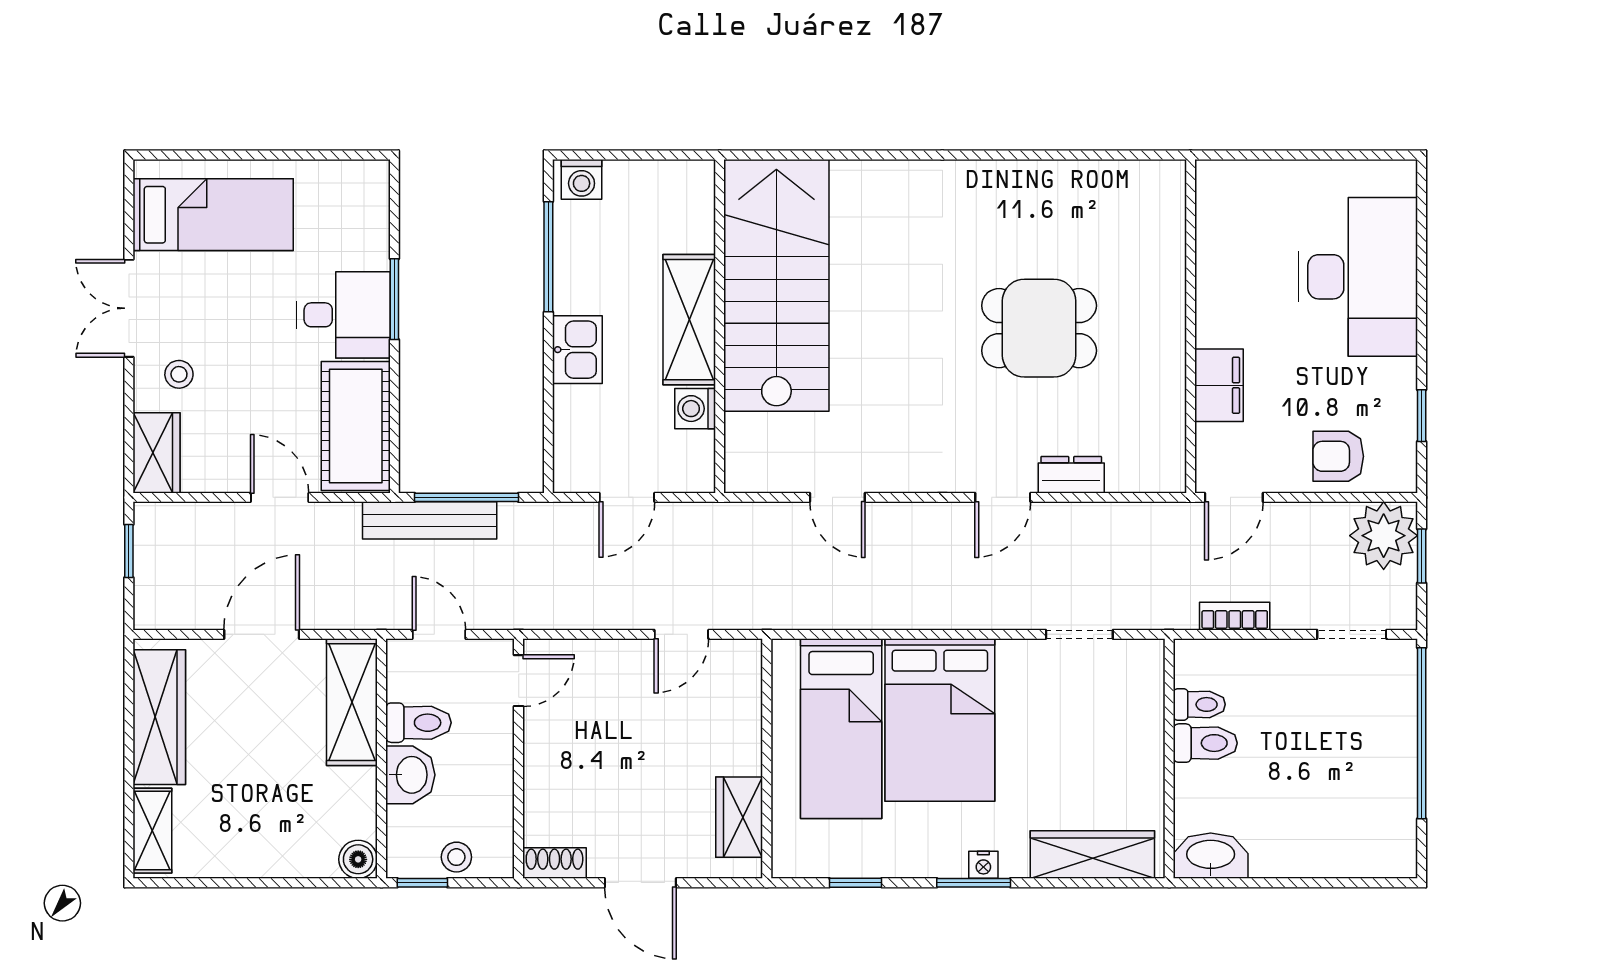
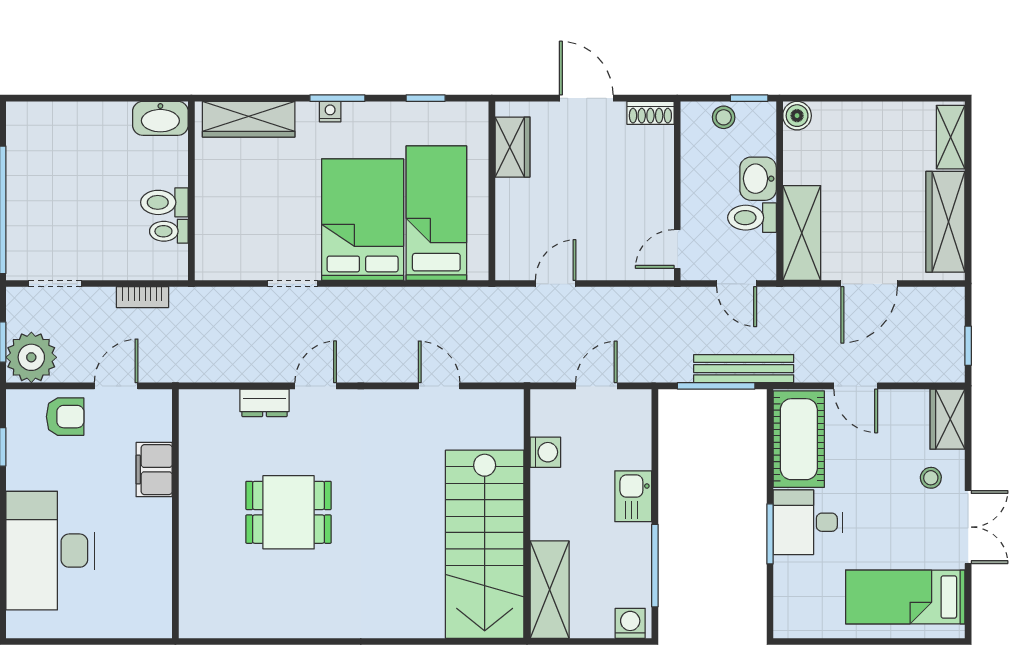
shelving: (689, 320) -> (550, 590), moved
door: (1234, 497) -> (116, 386), moved
doorway: (1079, 634) -> (292, 284), moved

